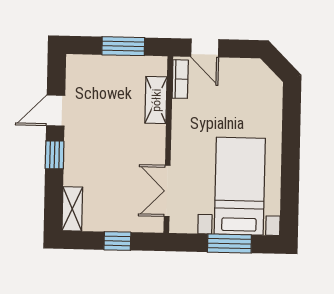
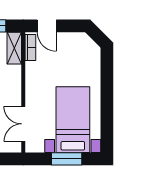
shelving: (156, 100) -> (14, 48), moved

